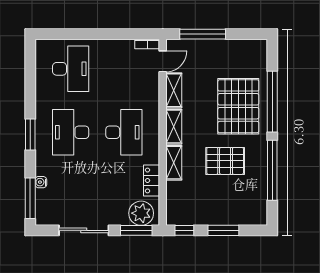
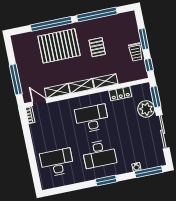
pallet: (225, 161) -> (97, 47), width x0.67, depth x0.71
plant: (141, 213) -> (146, 109), moved
trolley: (207, 215) -> (136, 52), added

